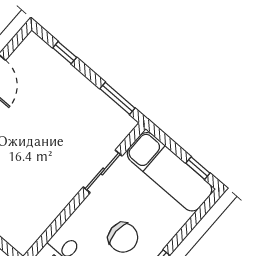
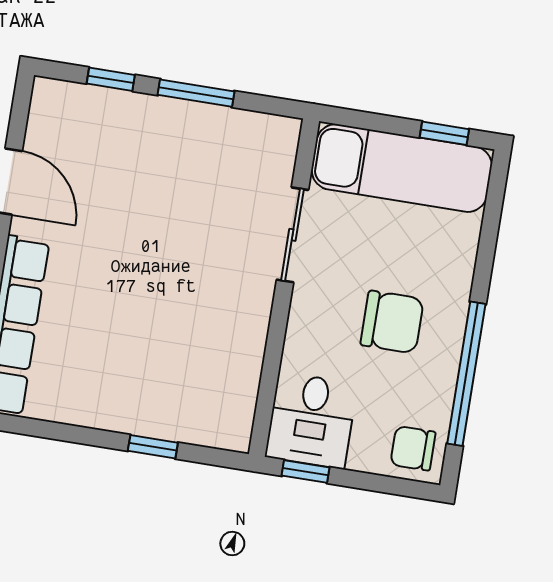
window: (117, 98) -> (196, 93), moved

